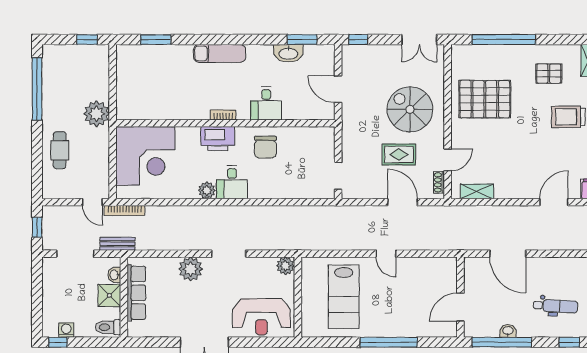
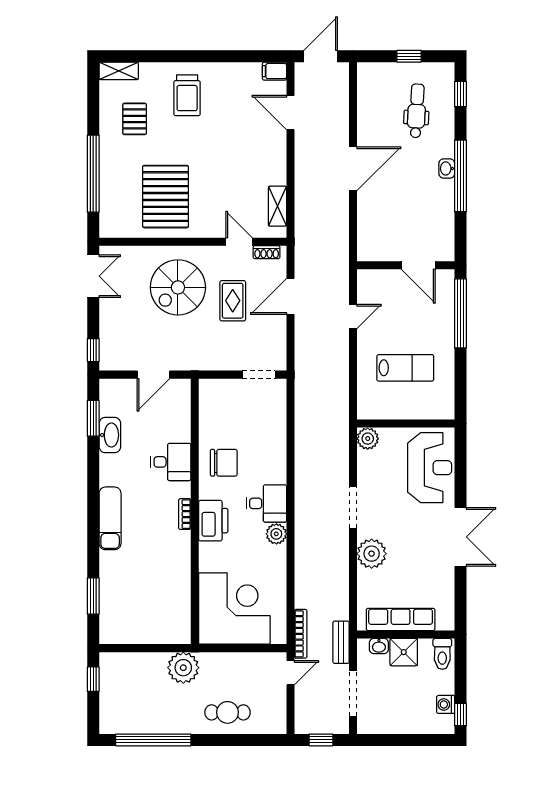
lab bench: (344, 297) -> (405, 368), width x0.73, depth x0.72
wall: (460, 297) -> (406, 265), moved
door: (460, 307) -> (418, 265), moved

